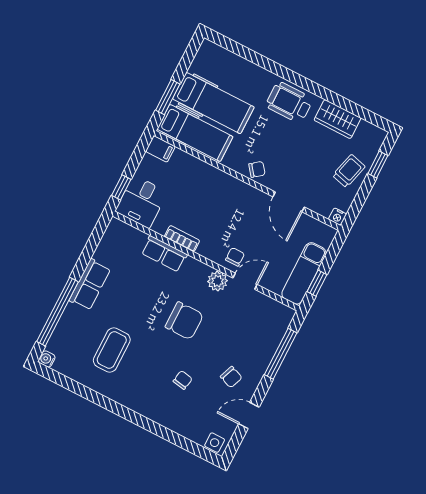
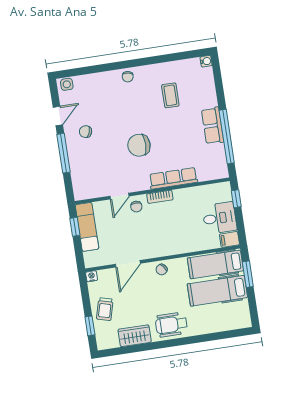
wheelchair: (289, 102) -> (171, 325), turned 180
desk: (141, 202) -> (219, 218), moved, turned 90
door: (289, 202) -> (128, 264), swing flipped
bookcase: (182, 239) -> (160, 197), moved
row of seats: (164, 254) -> (173, 178), width x1.48
plant: (218, 281) -> (136, 184), removed
window: (57, 312) -> (227, 137), moved
coffee table: (112, 350) -> (170, 95), width x0.73, depth x0.77
window: (281, 354) -> (64, 153), moved
chair: (183, 380) -> (128, 77), moved

